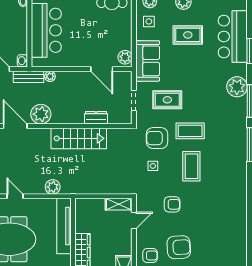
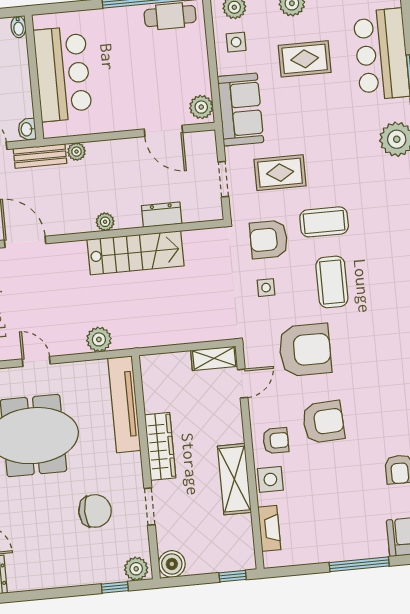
plant: (41, 114) -> (105, 222), moved, width x0.53, depth x0.53
armchair: (172, 204) -> (305, 350), width x1.88, depth x1.88

